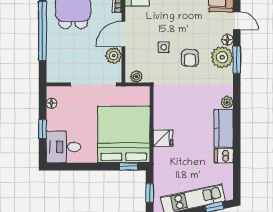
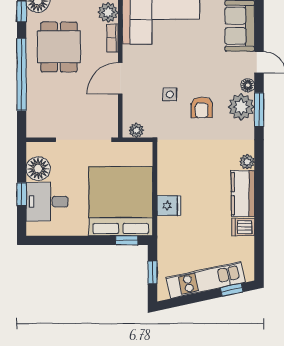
plant: (114, 56) -> (108, 105), removed
floor lamp: (52, 103) -> (38, 169), width x1.89, depth x1.89
desk: (63, 147) -> (47, 202), moved

